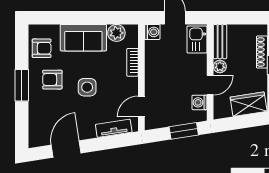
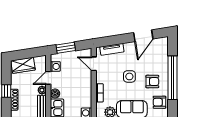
boiler: (200, 61) -> (55, 94), added
window: (22, 85) -> (172, 78), width x2.11
door: (141, 106) -> (94, 64), swing flipped

